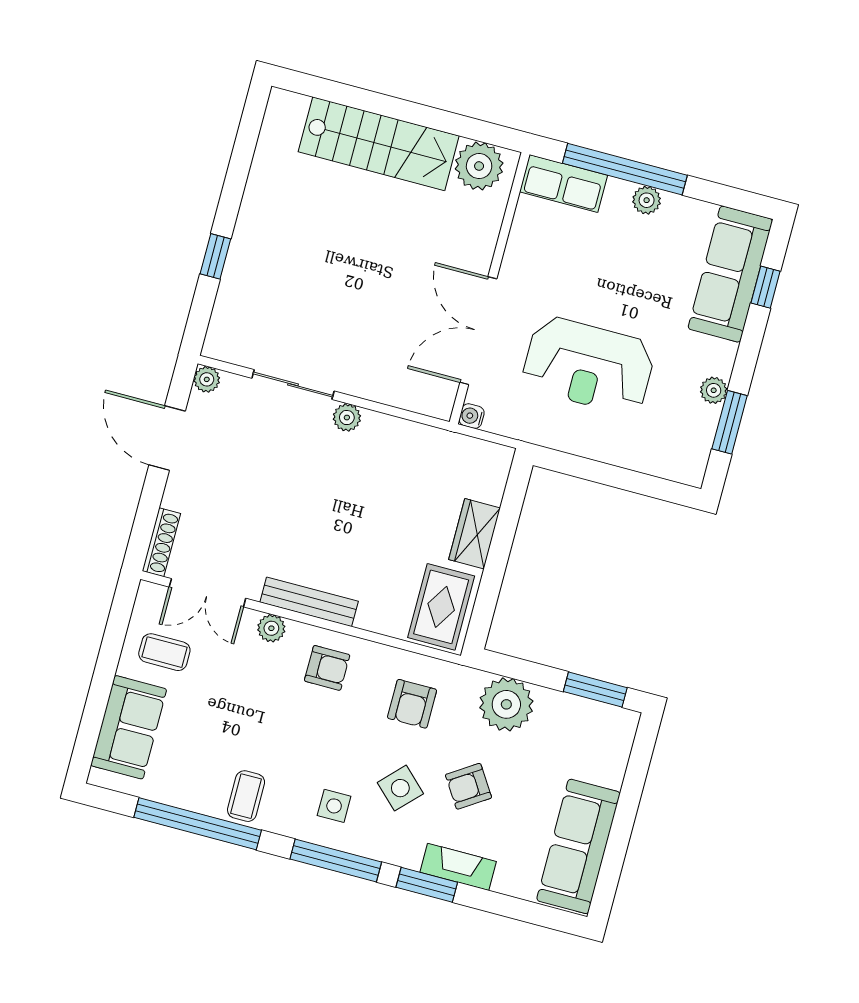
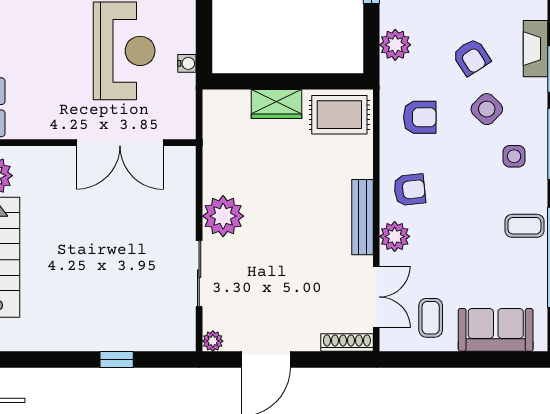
water cooler: (472, 416) -> (187, 63), moved, turned -90
plant: (347, 418) -> (223, 216), width x1.87, depth x1.87
plant: (271, 628) -> (395, 236), width x1.38, depth x1.38
armchair: (327, 668) -> (410, 190), turned 84
plant: (506, 704) -> (395, 45), width x0.73, depth x0.73

